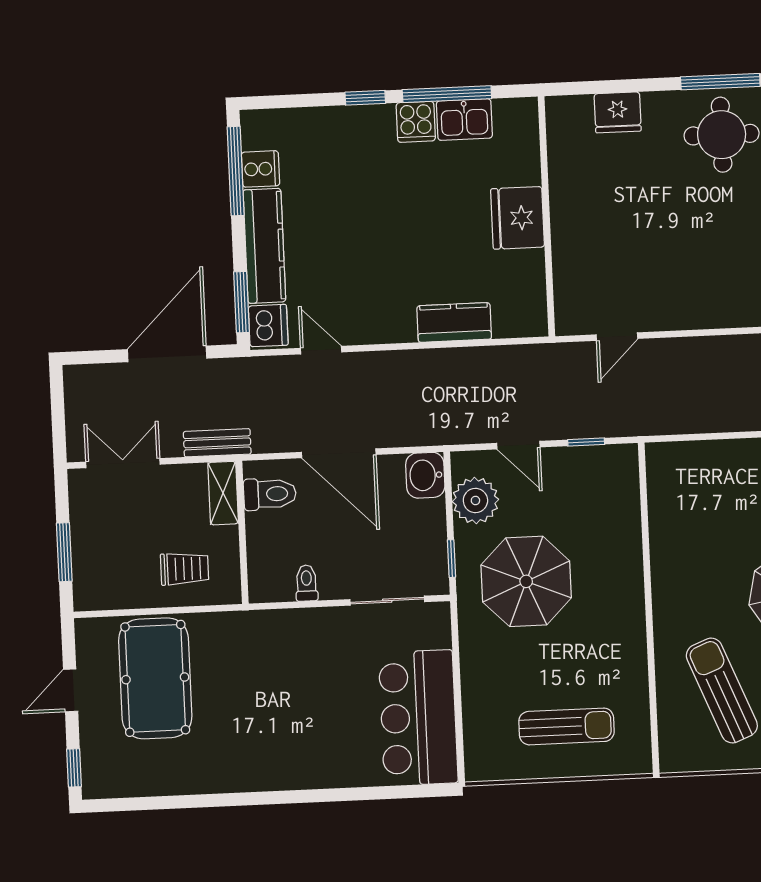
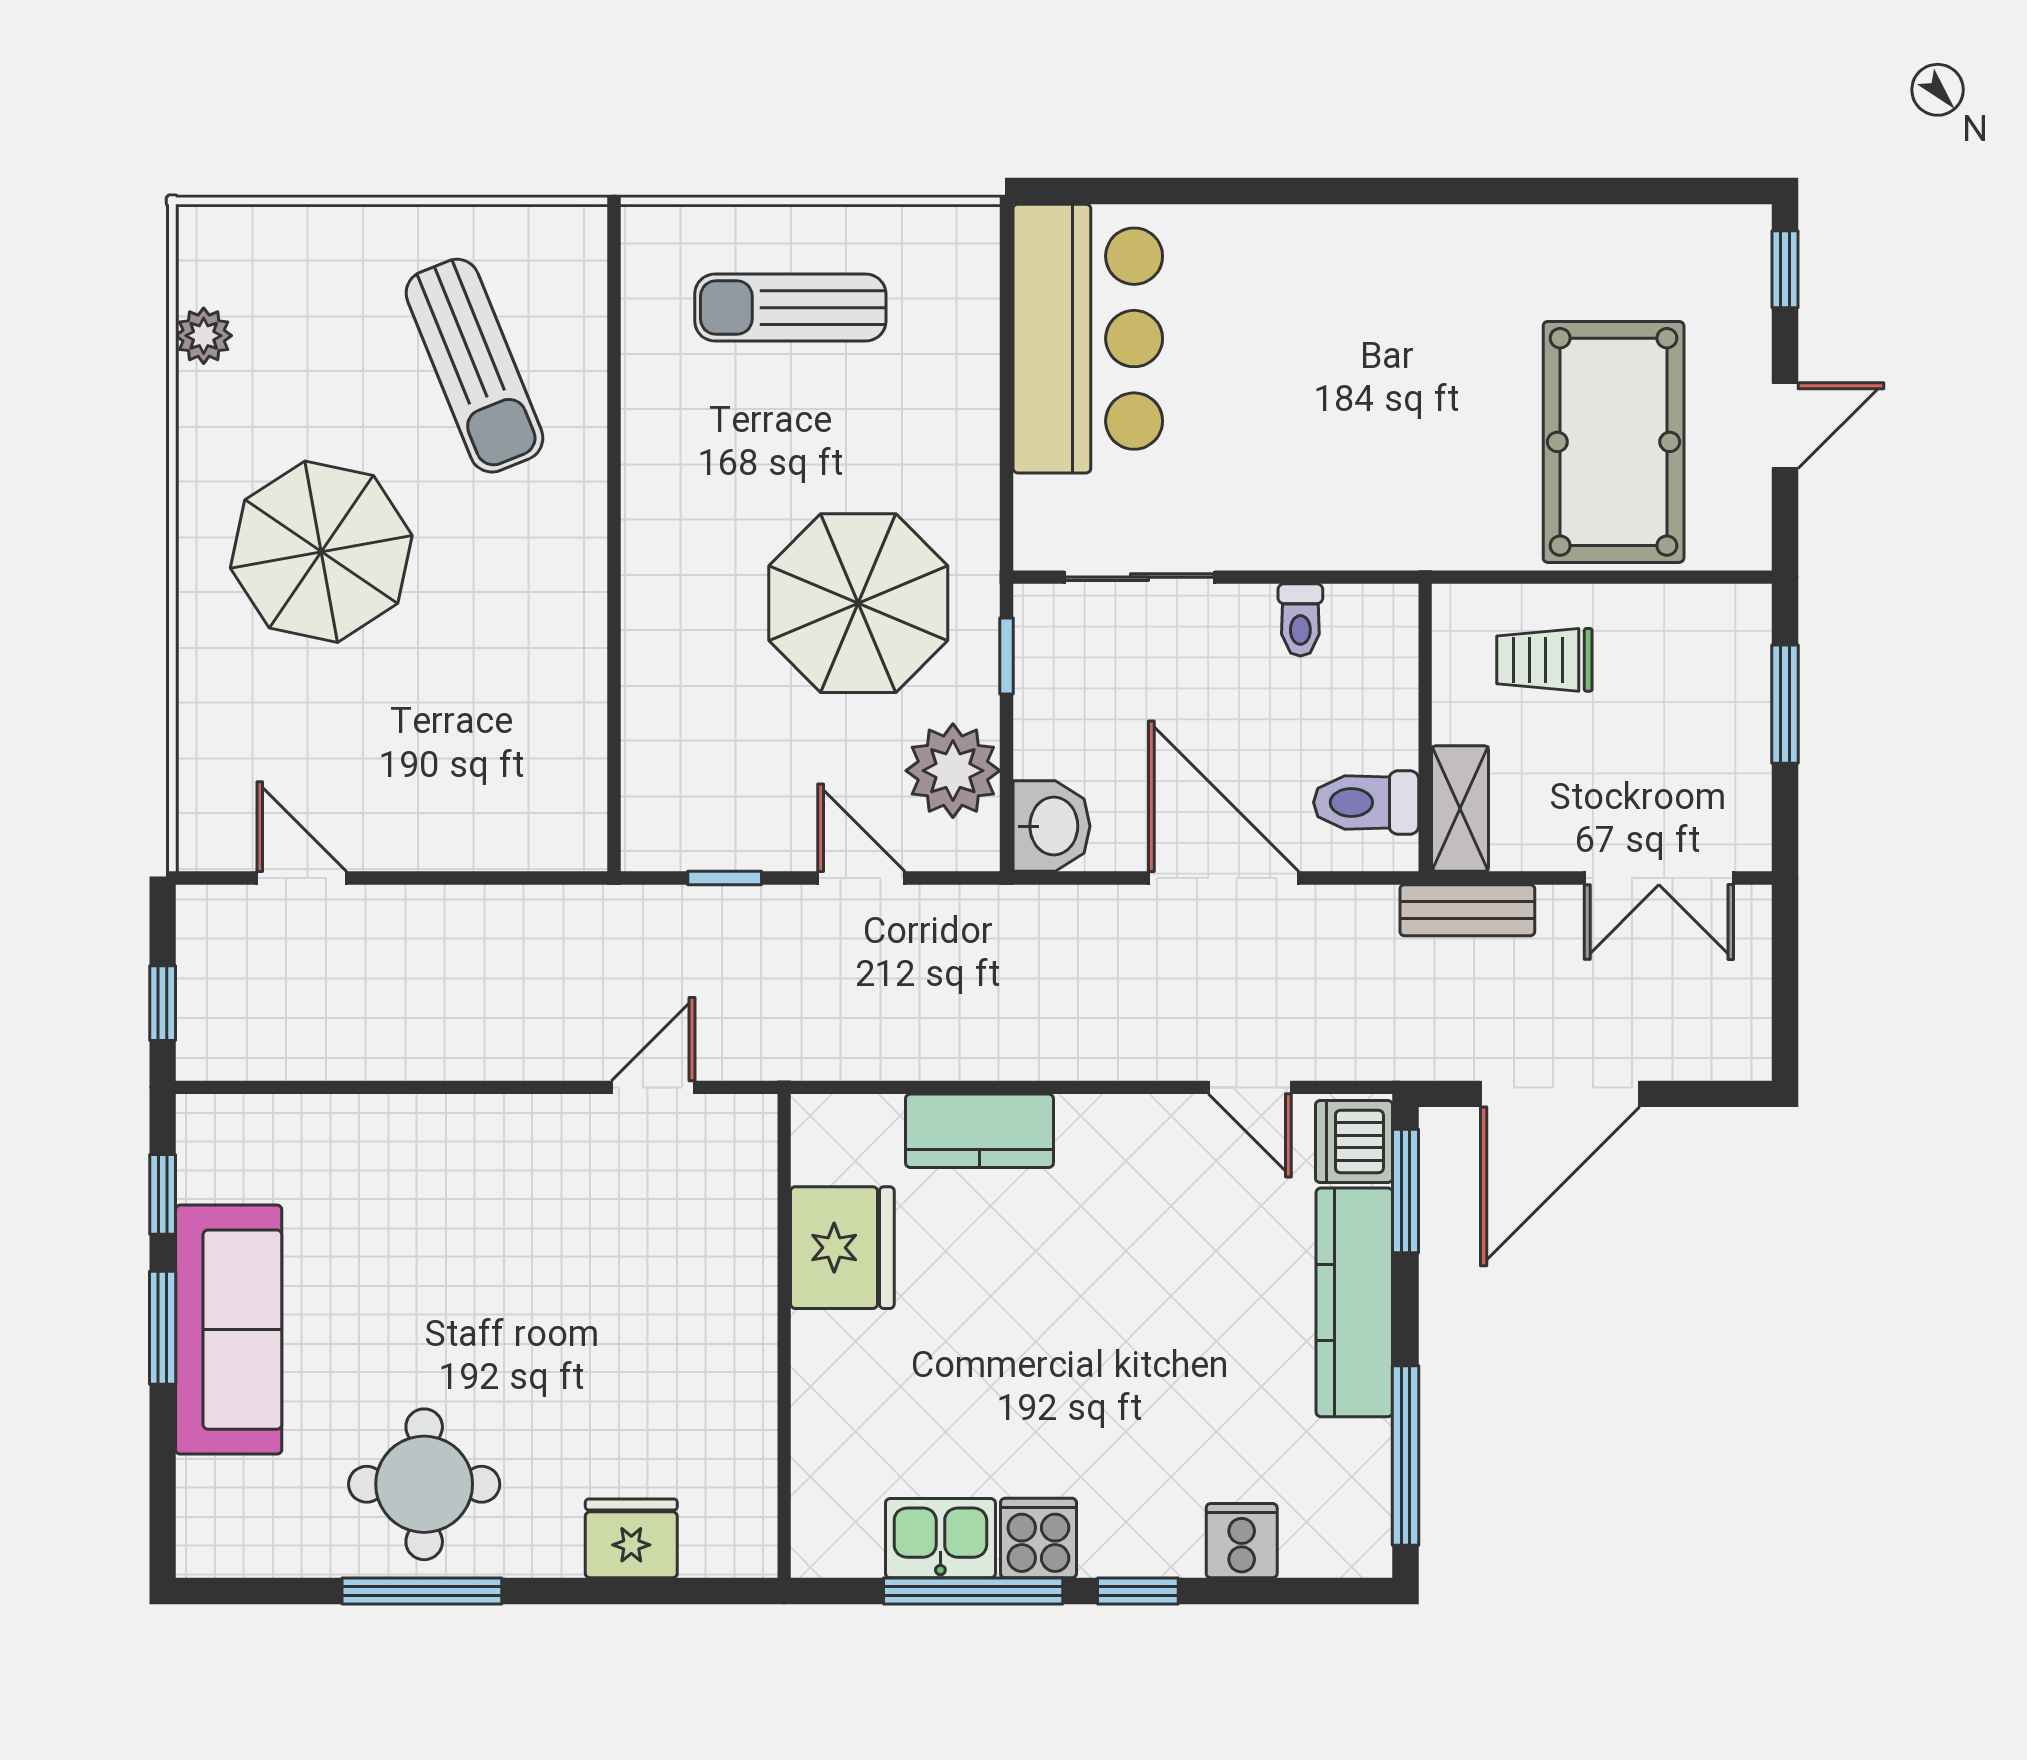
cooker: (260, 169) -> (1242, 1541), moved, turned 90
fridge: (518, 218) -> (842, 1248), moved

